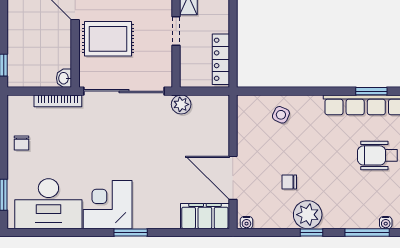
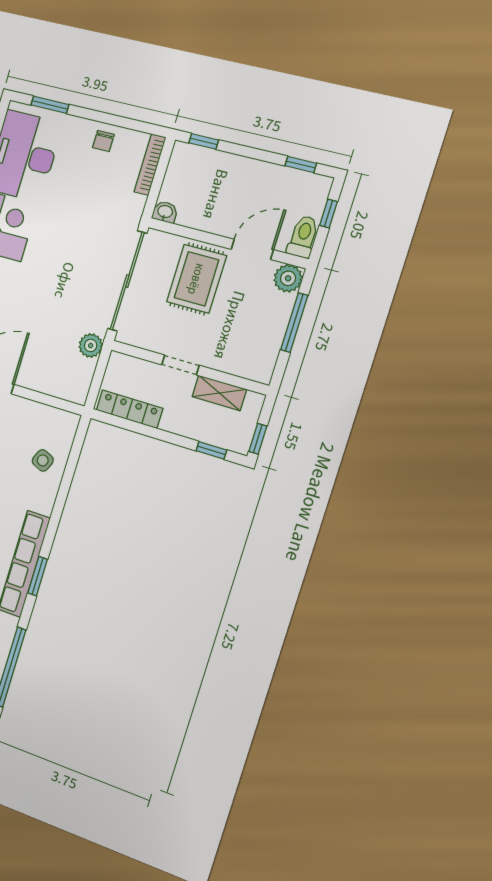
bookcase: (58, 101) -> (150, 165), moved
chair: (22, 143) -> (103, 141), turned -90

